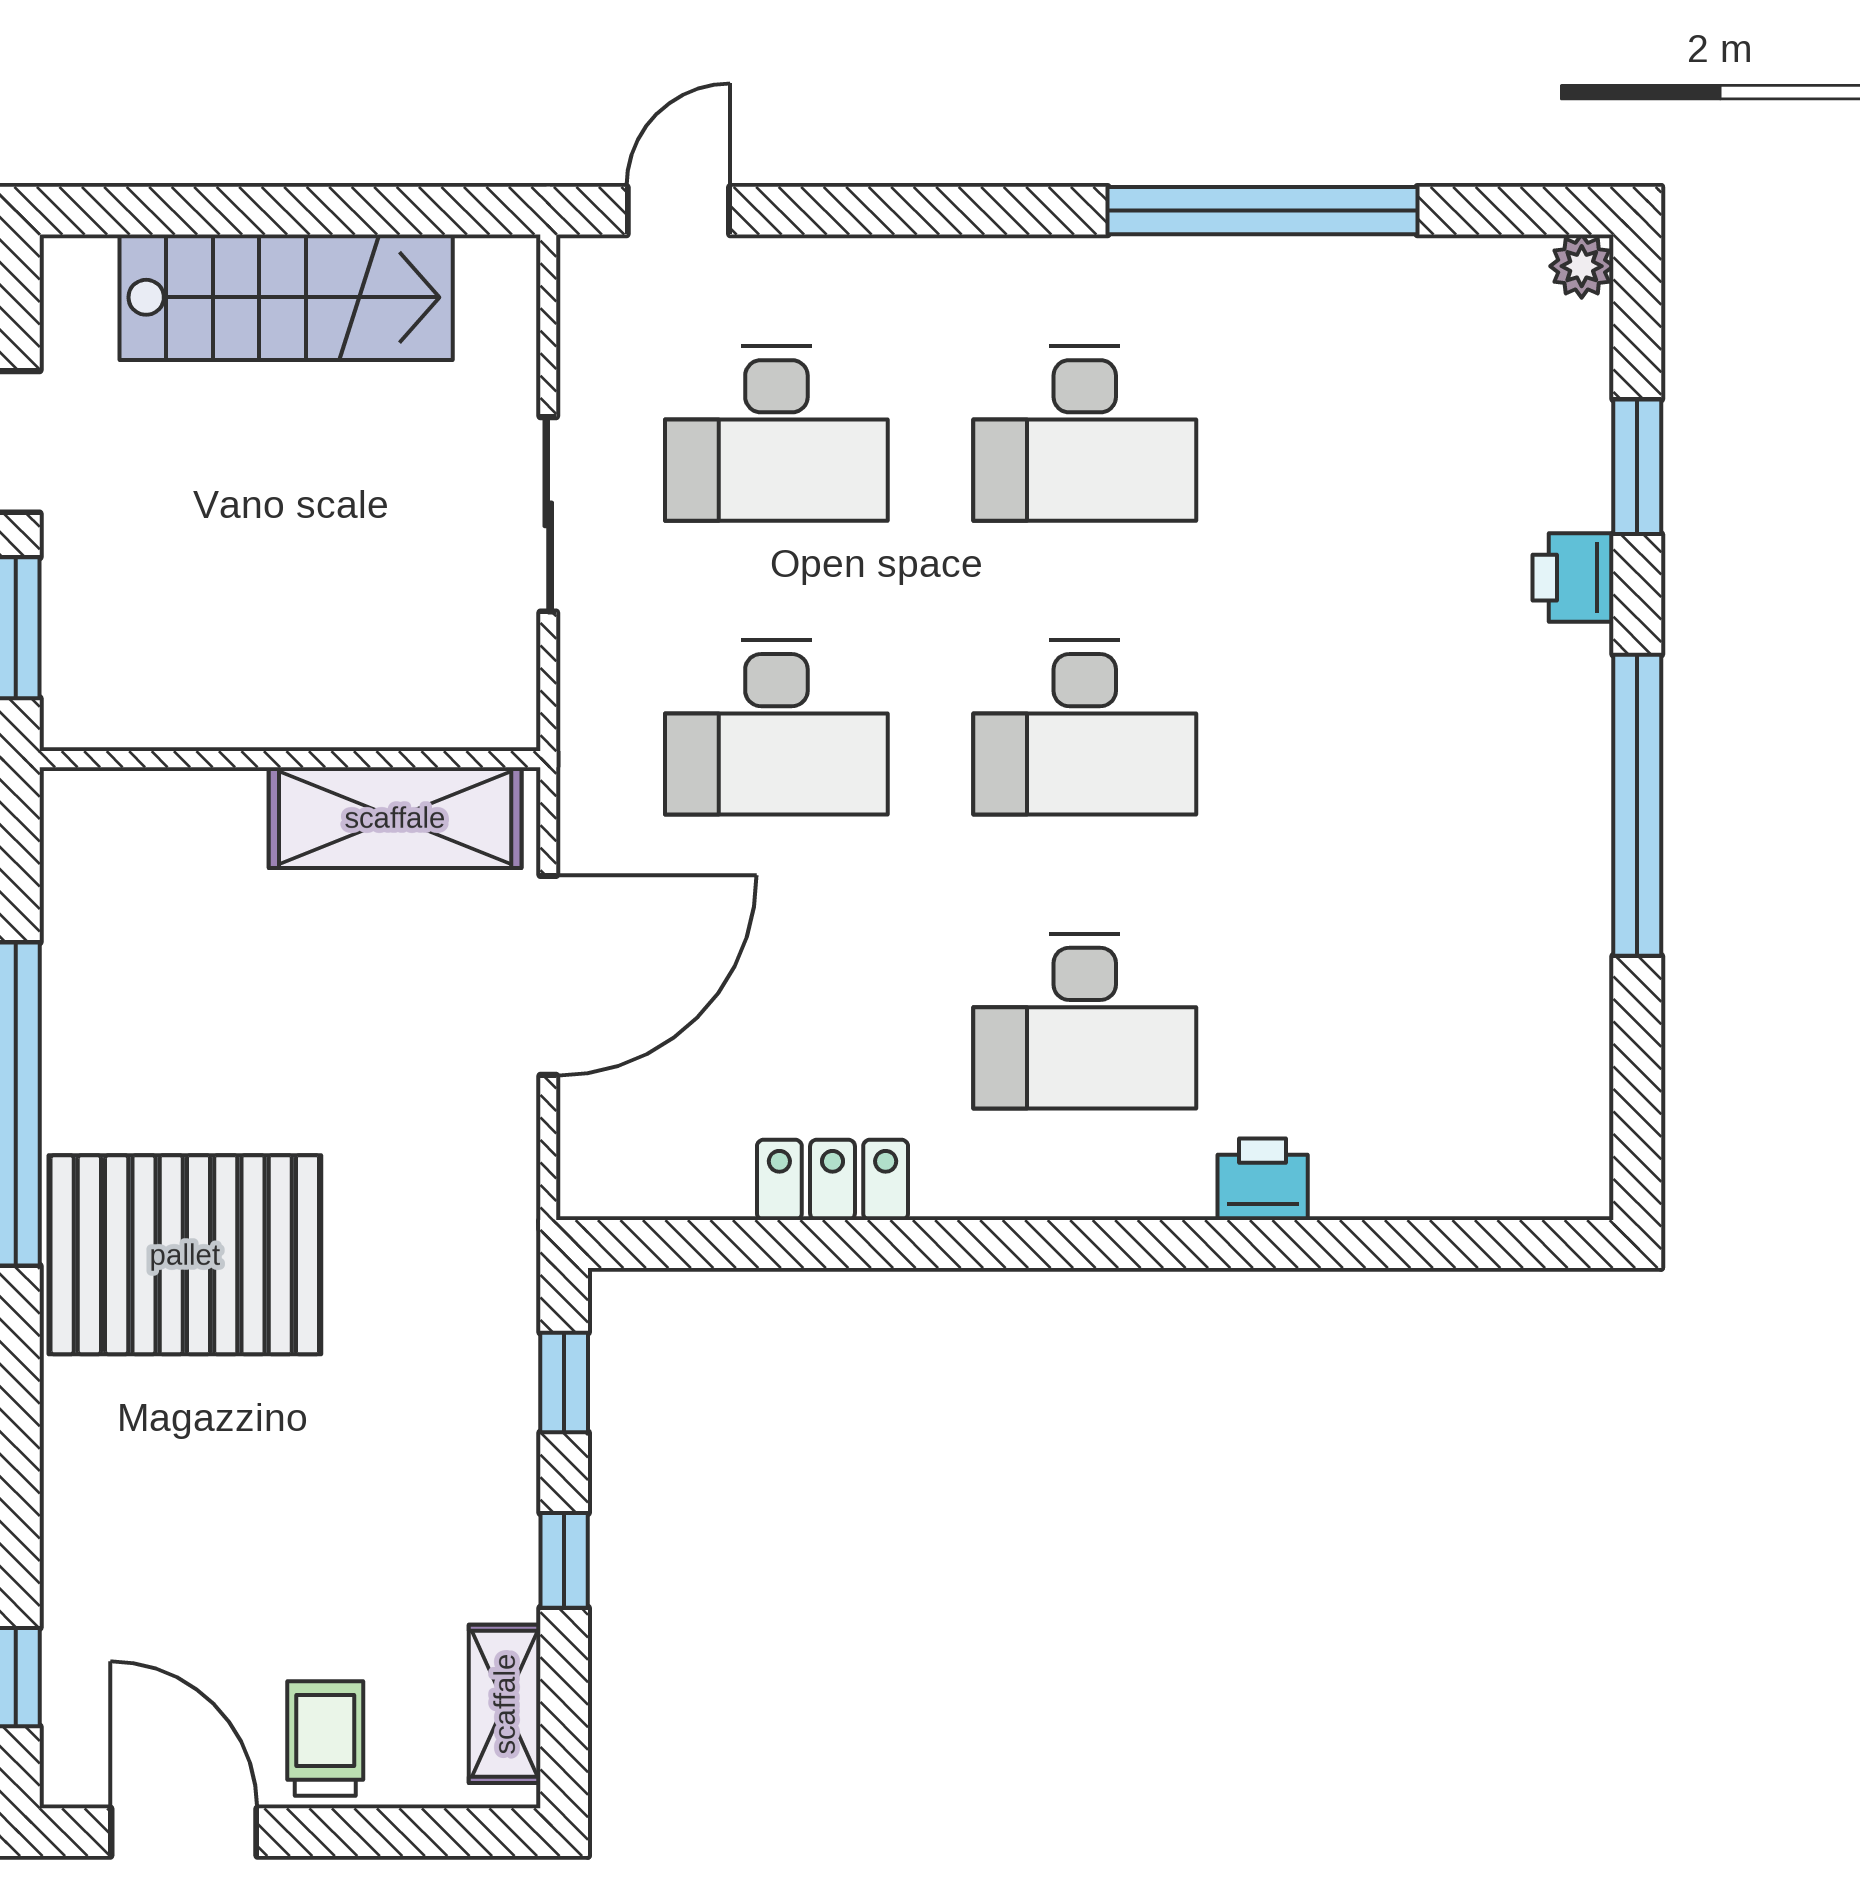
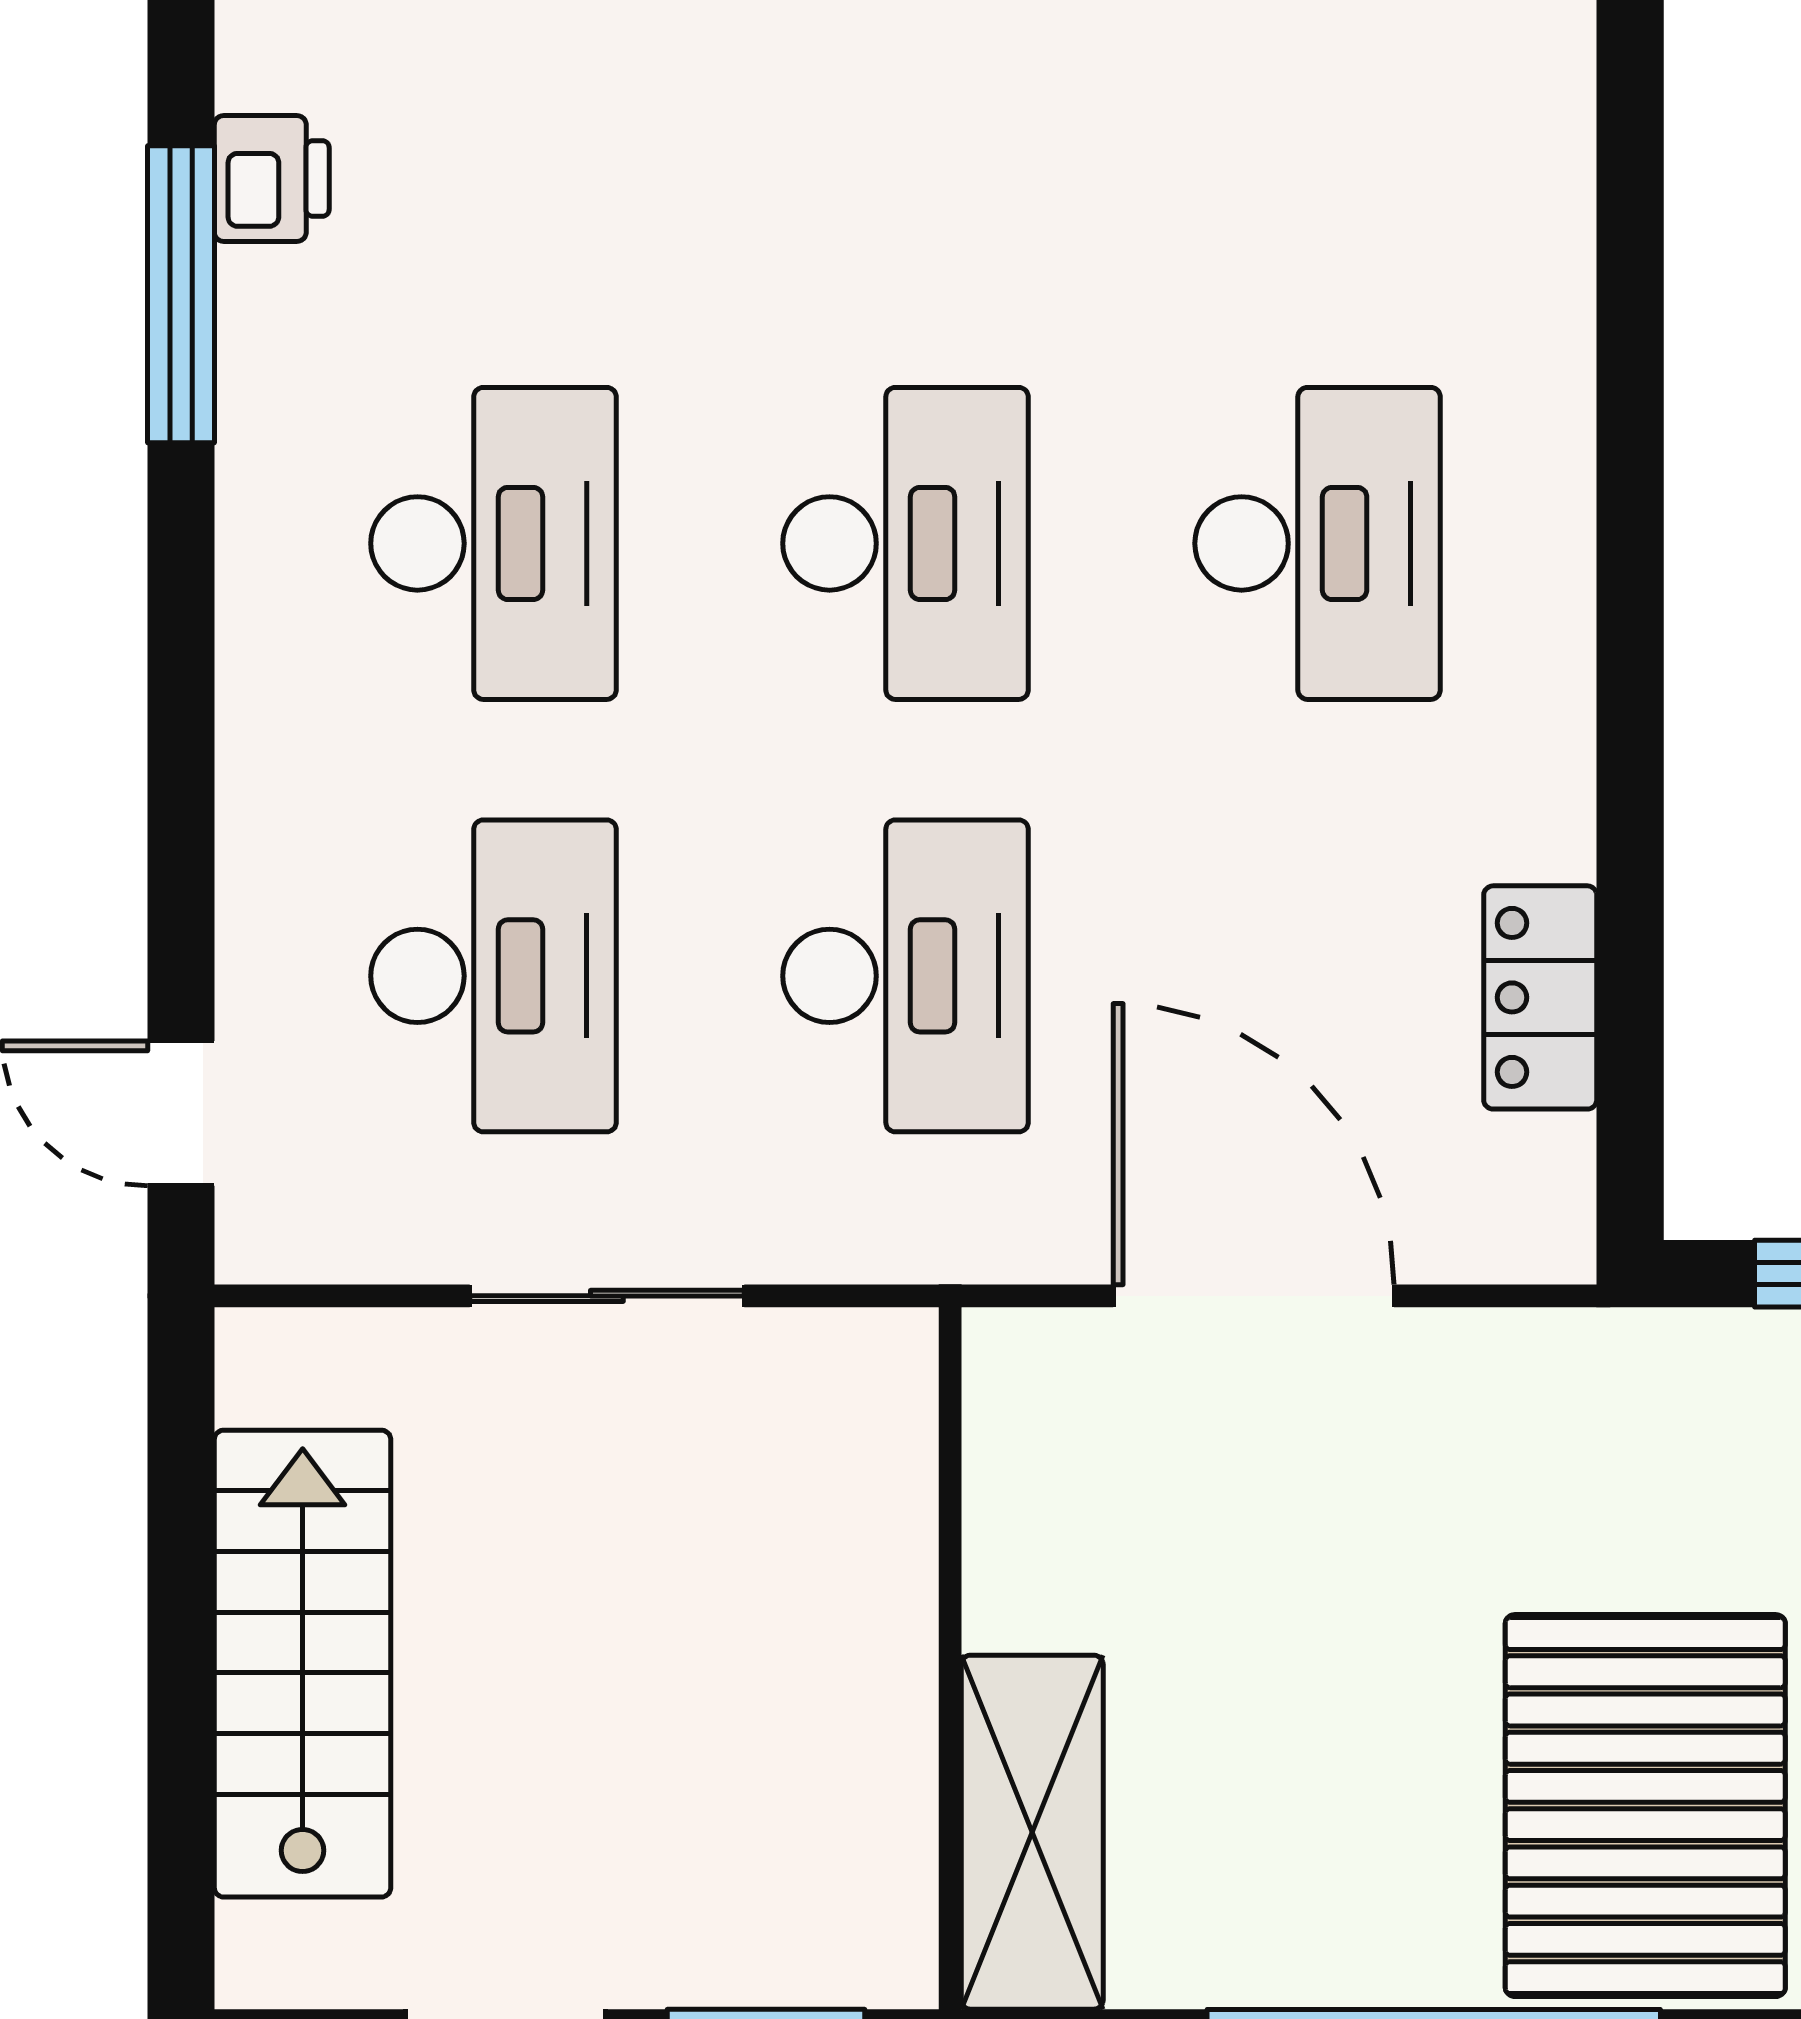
window: (1263, 211) -> (181, 294), width x0.68
shelving: (395, 818) -> (1032, 1832), moved
printer: (1263, 1179) -> (272, 178), moved, turned 180
locker: (832, 1180) -> (1540, 997), moved

